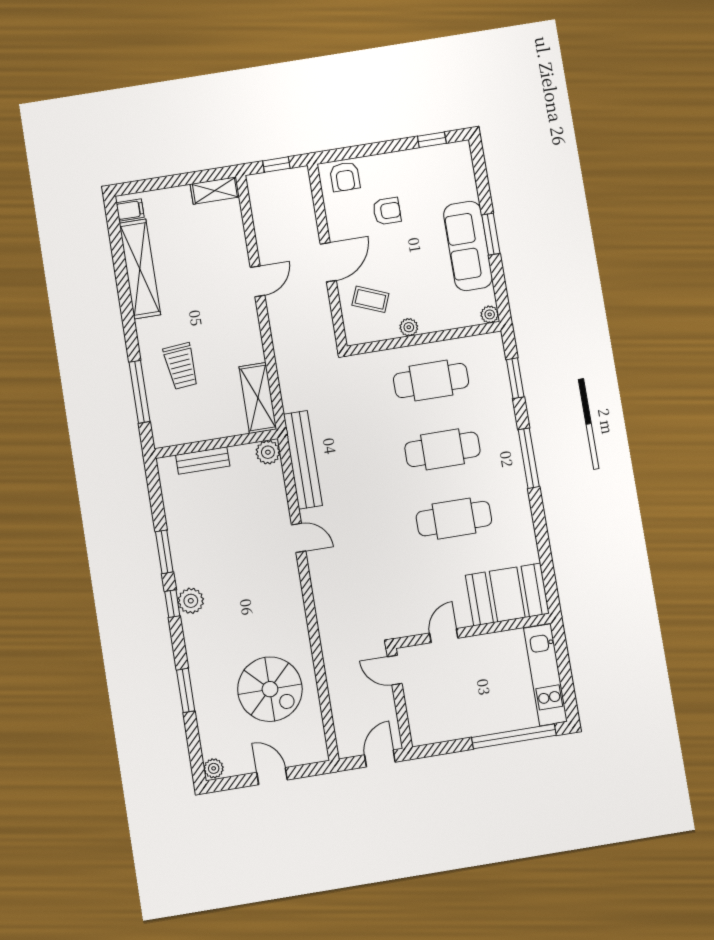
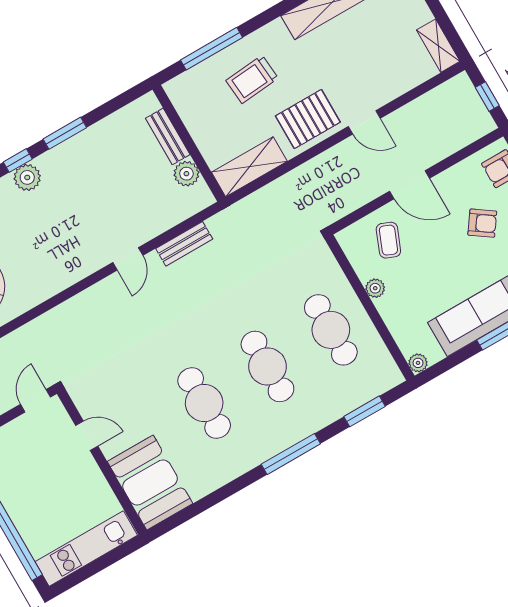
armchair: (387, 211) -> (482, 223), turned -55
pallet: (235, 330) -> (308, 119), added
plant: (268, 452) -> (186, 174), moved
bench: (303, 460) -> (184, 244), width x0.54, depth x0.82

